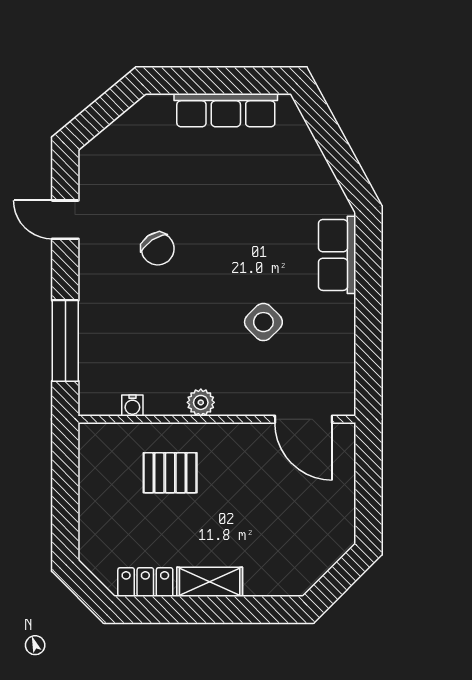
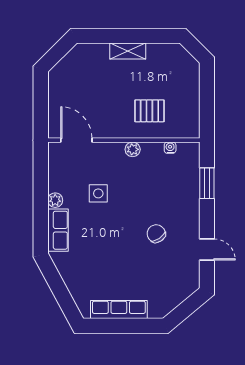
plant: (342, 310) -> (55, 200), added
side table: (263, 322) -> (98, 193), turned 45
window: (65, 341) -> (207, 183), width x0.69
locker: (145, 582) -> (163, 51), removed

